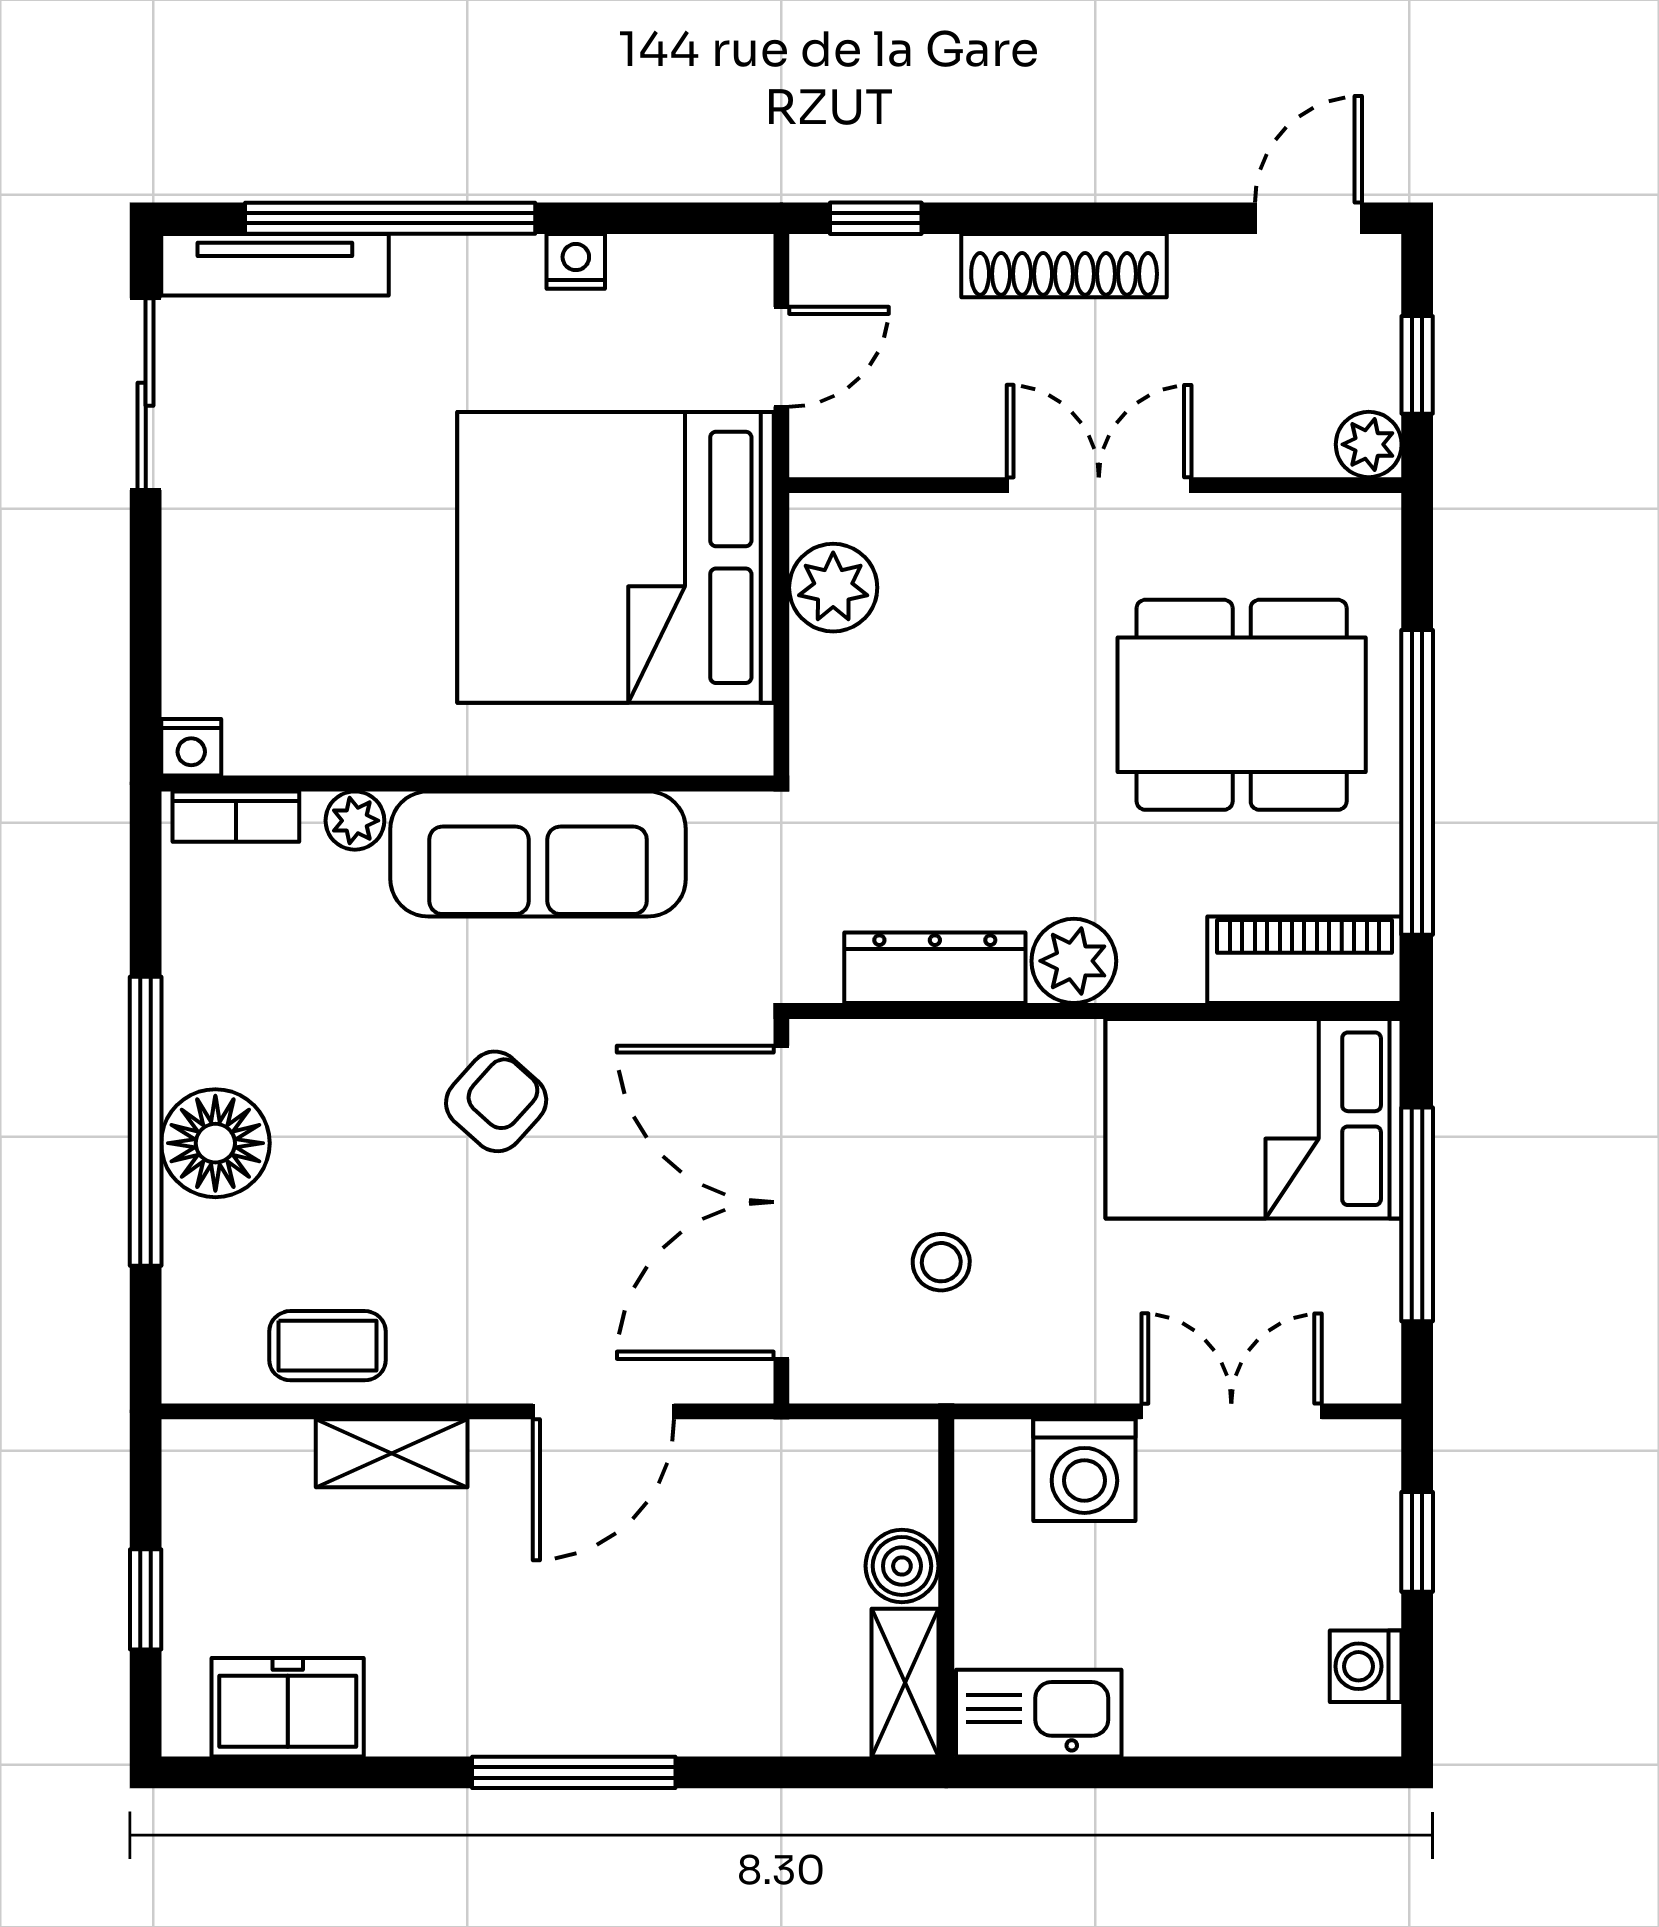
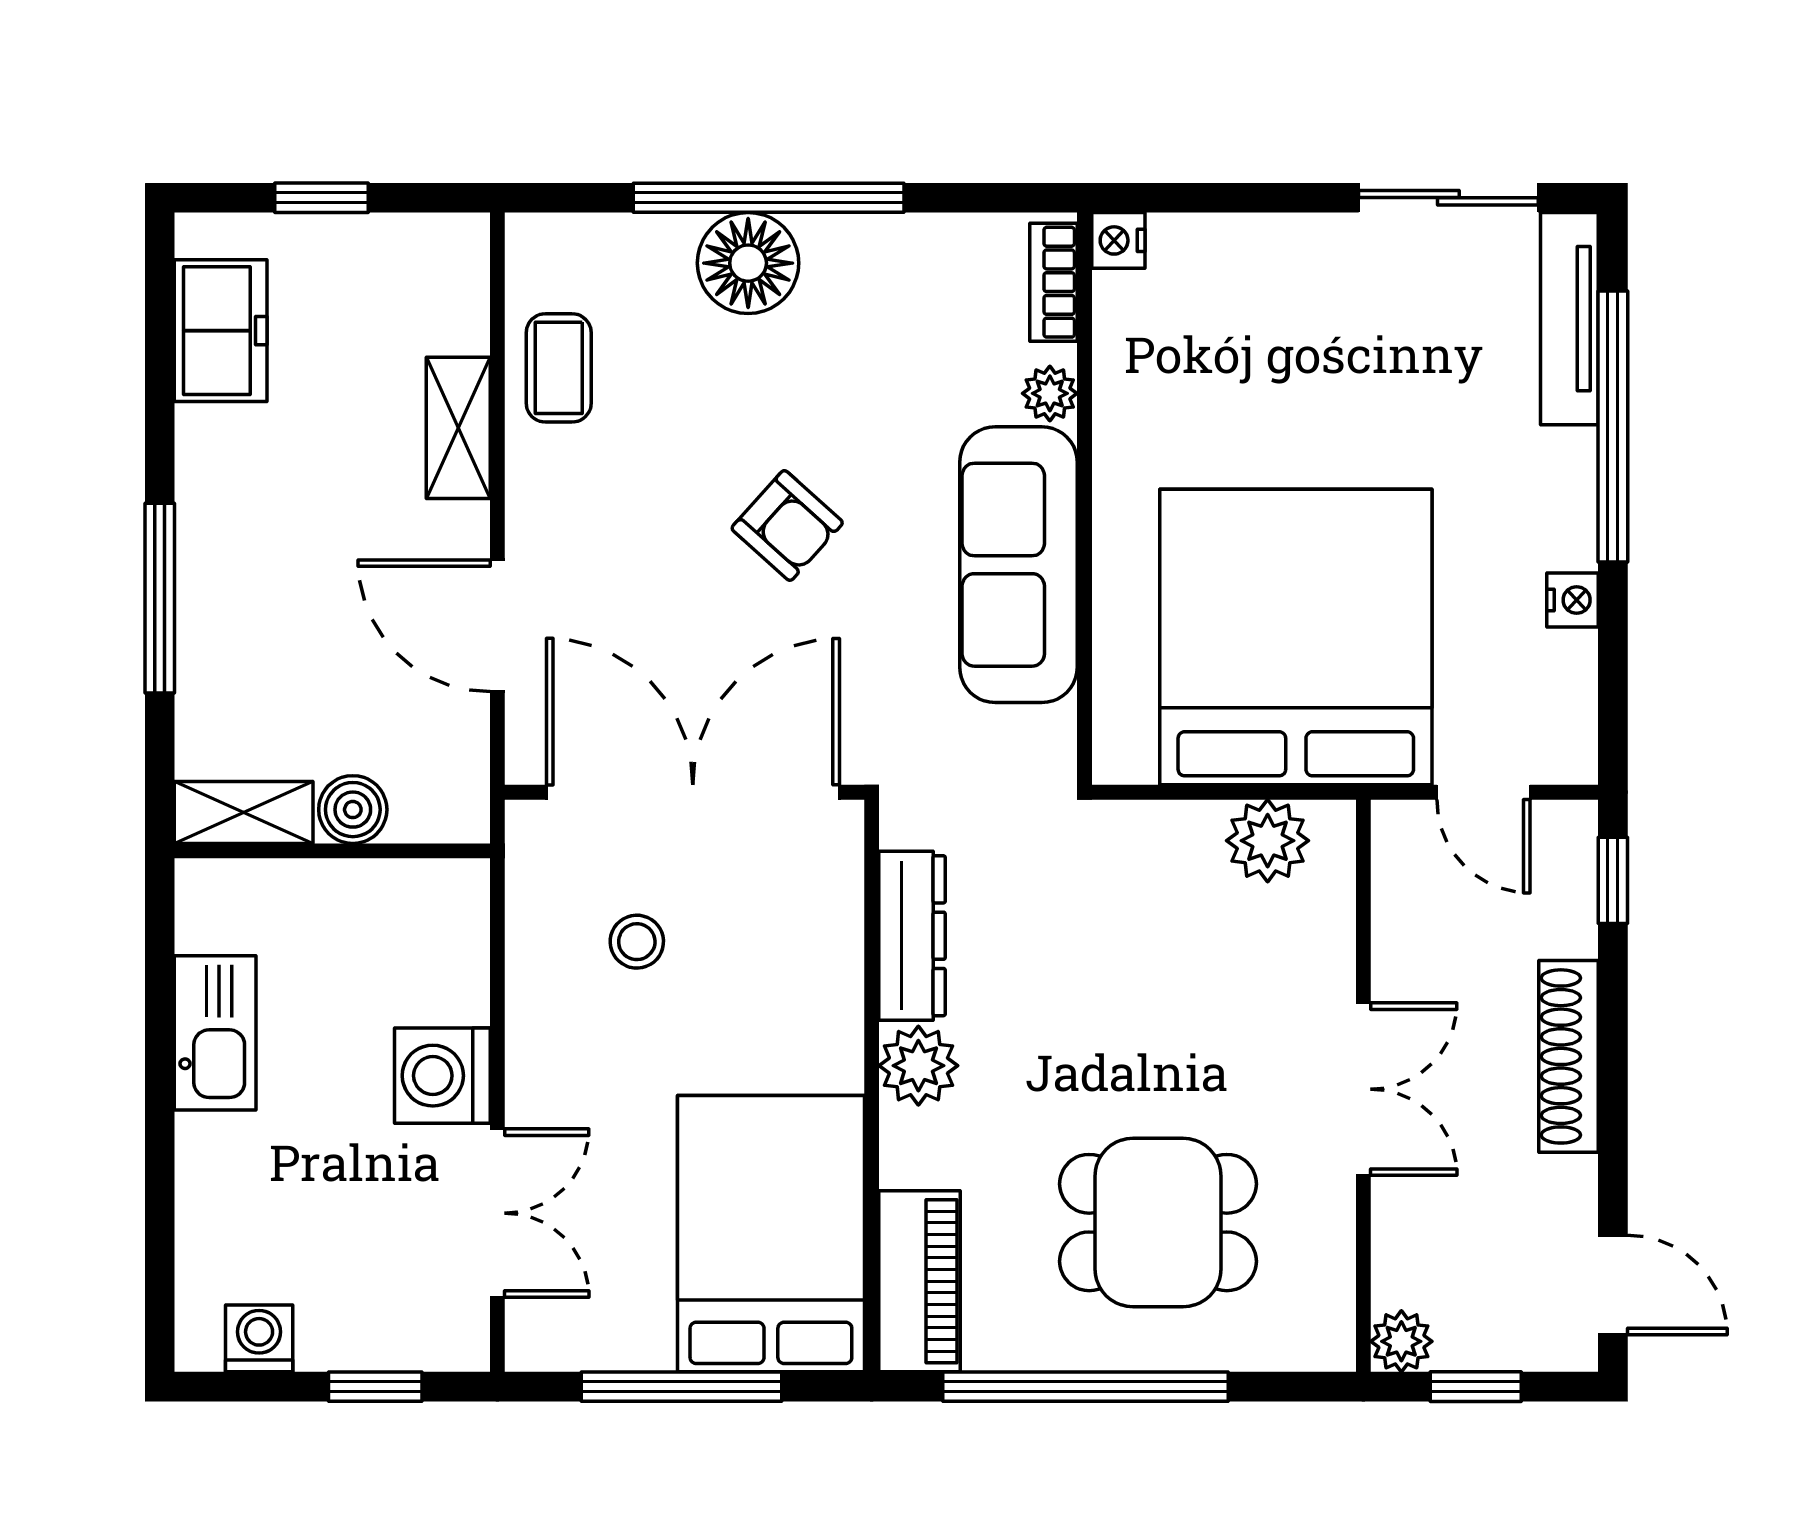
dining table: (1242, 705) -> (1158, 1223), width x0.73
boiler: (902, 1566) -> (353, 810), moved
wall: (946, 1588) -> (332, 851), moved
shelving: (905, 1683) -> (244, 812), moved

